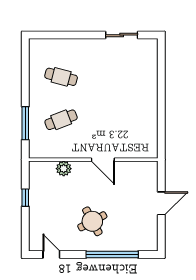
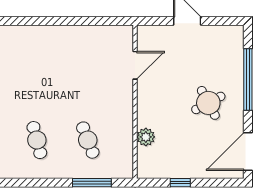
cafe table: (61, 77) -> (37, 140), turned -30
door: (103, 160) -> (135, 65), moved
door: (51, 255) -> (248, 152), width x1.87

